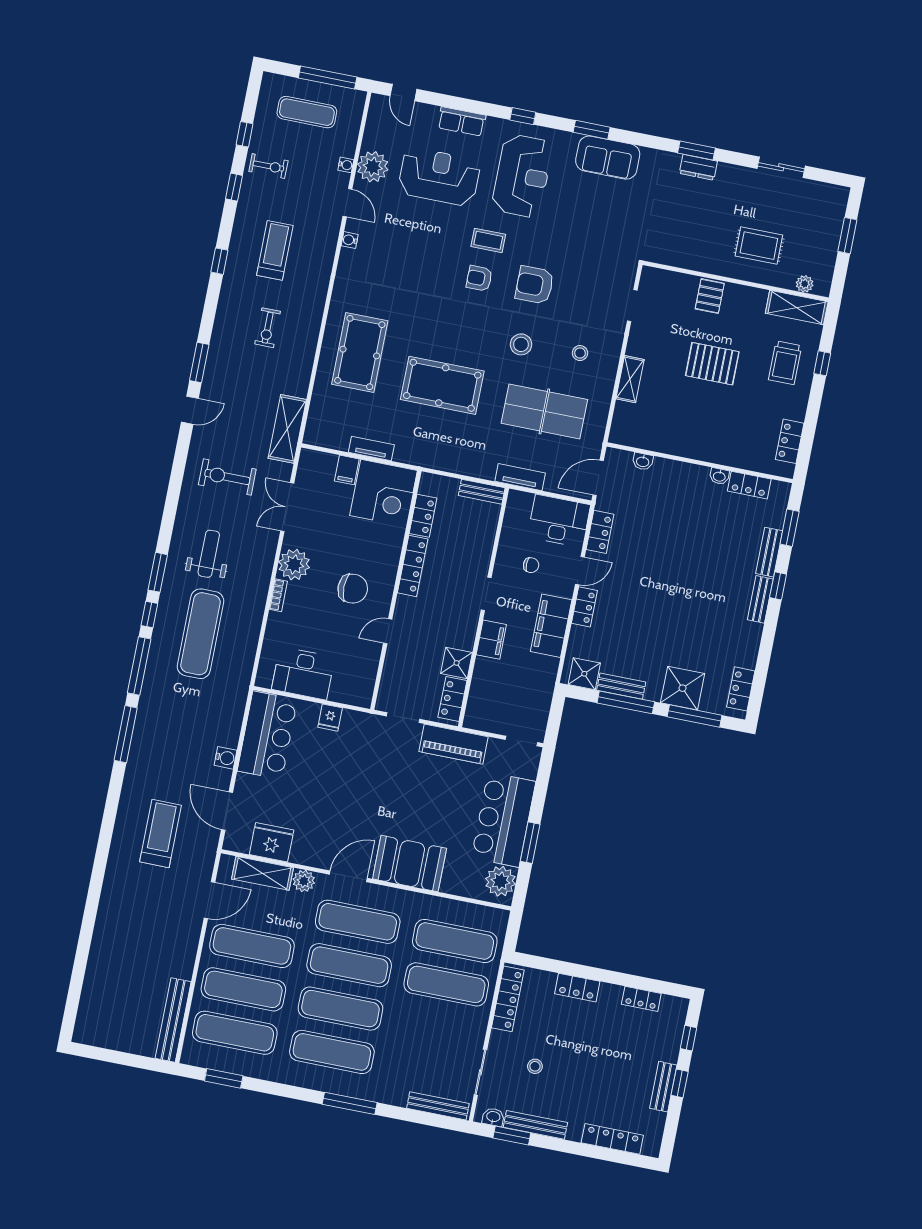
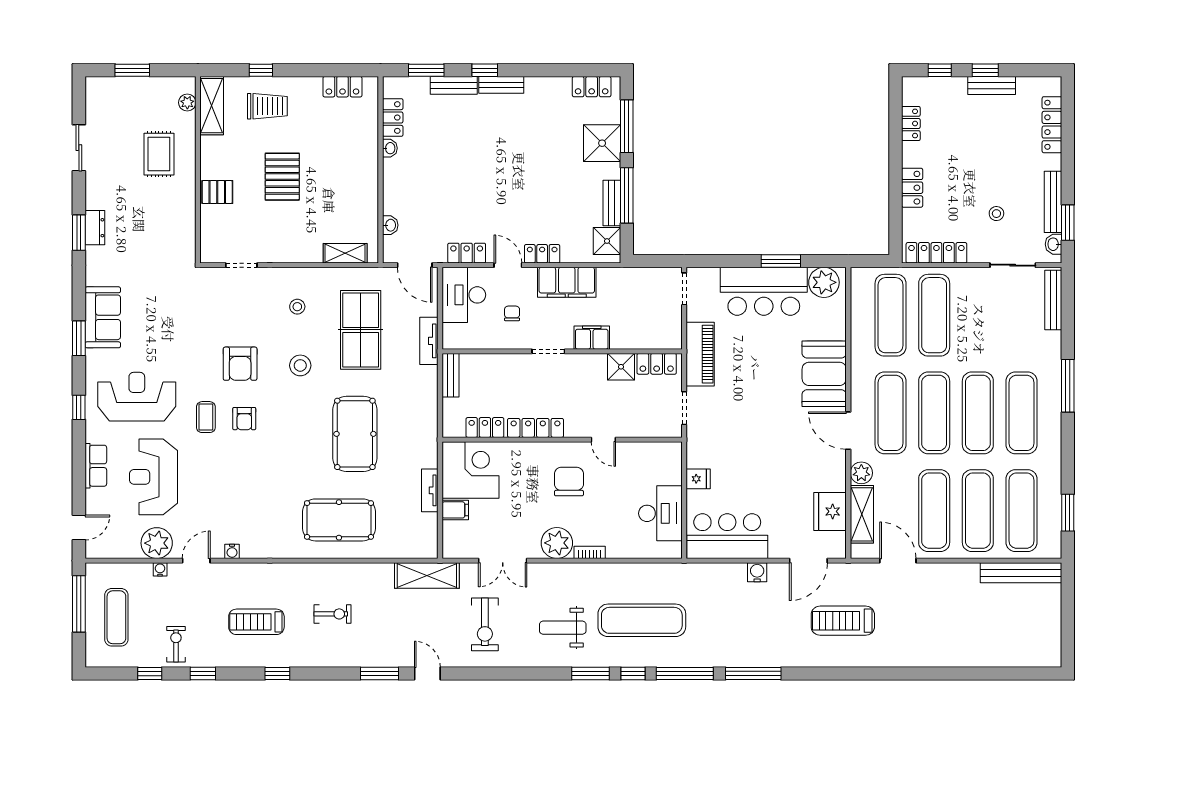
shelving: (630, 379) -> (345, 253), moved

